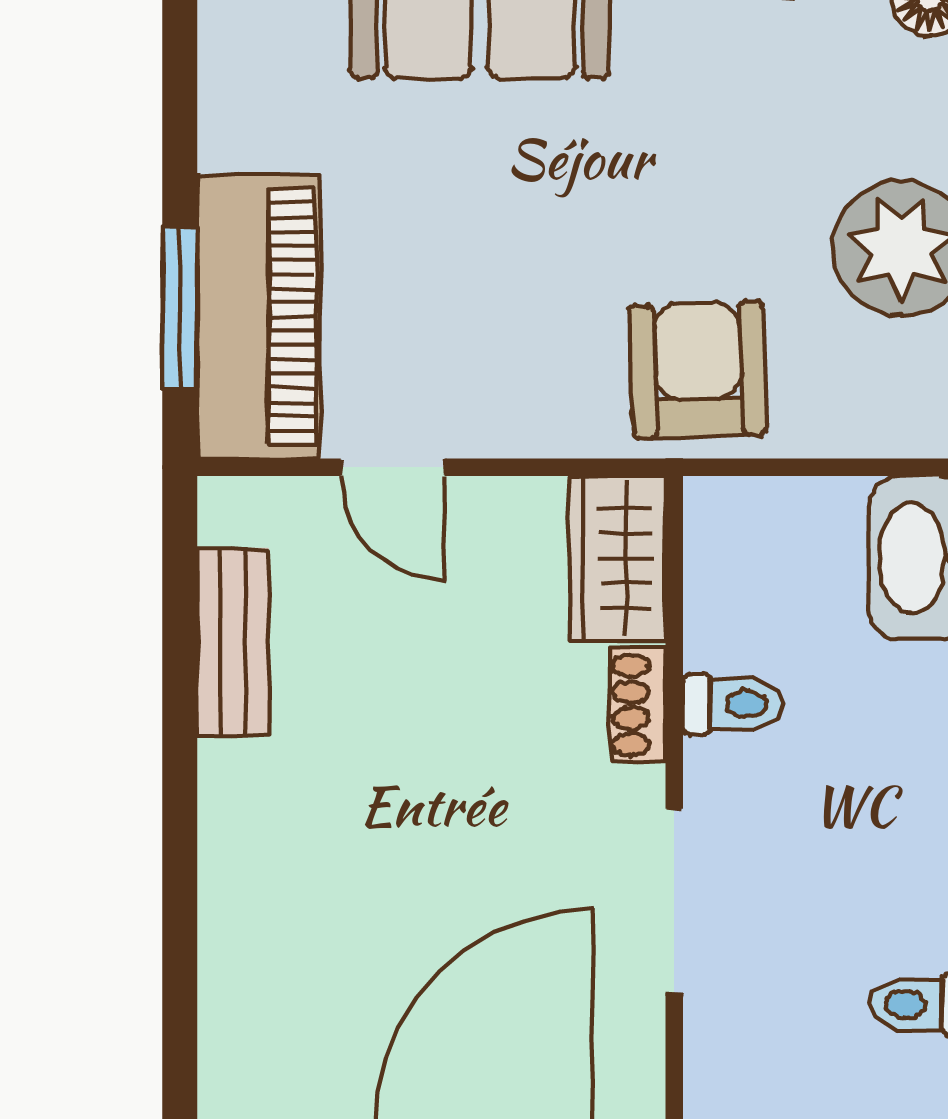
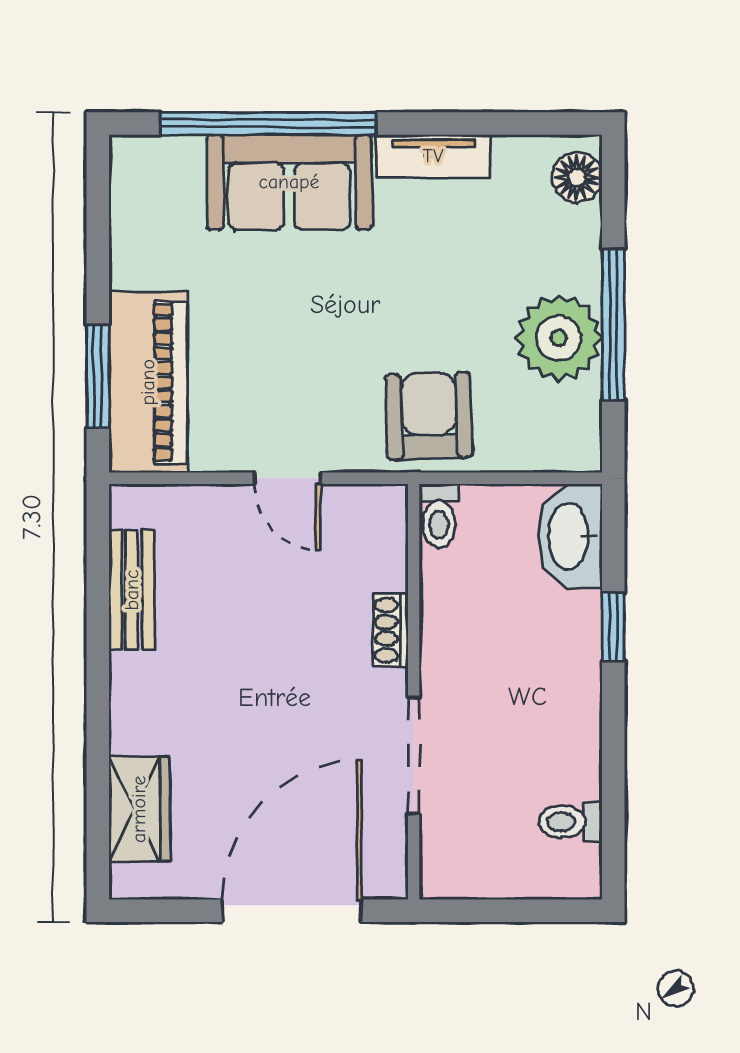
door: (393, 467) -> (287, 478), moved
wardrobe: (618, 559) -> (139, 809), moved, turned 180
toilet: (733, 704) -> (439, 516), moved, turned 90

